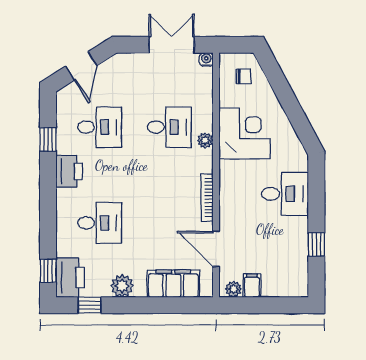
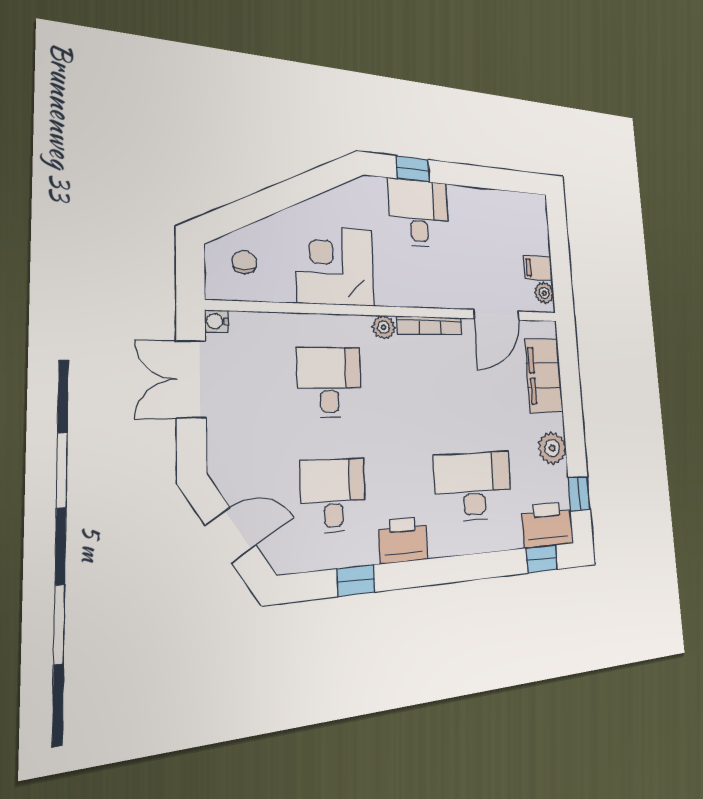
plant: (205, 140) -> (384, 327), moved
desk: (100, 223) -> (474, 486), width x1.37
window: (316, 245) -> (413, 169), moved

